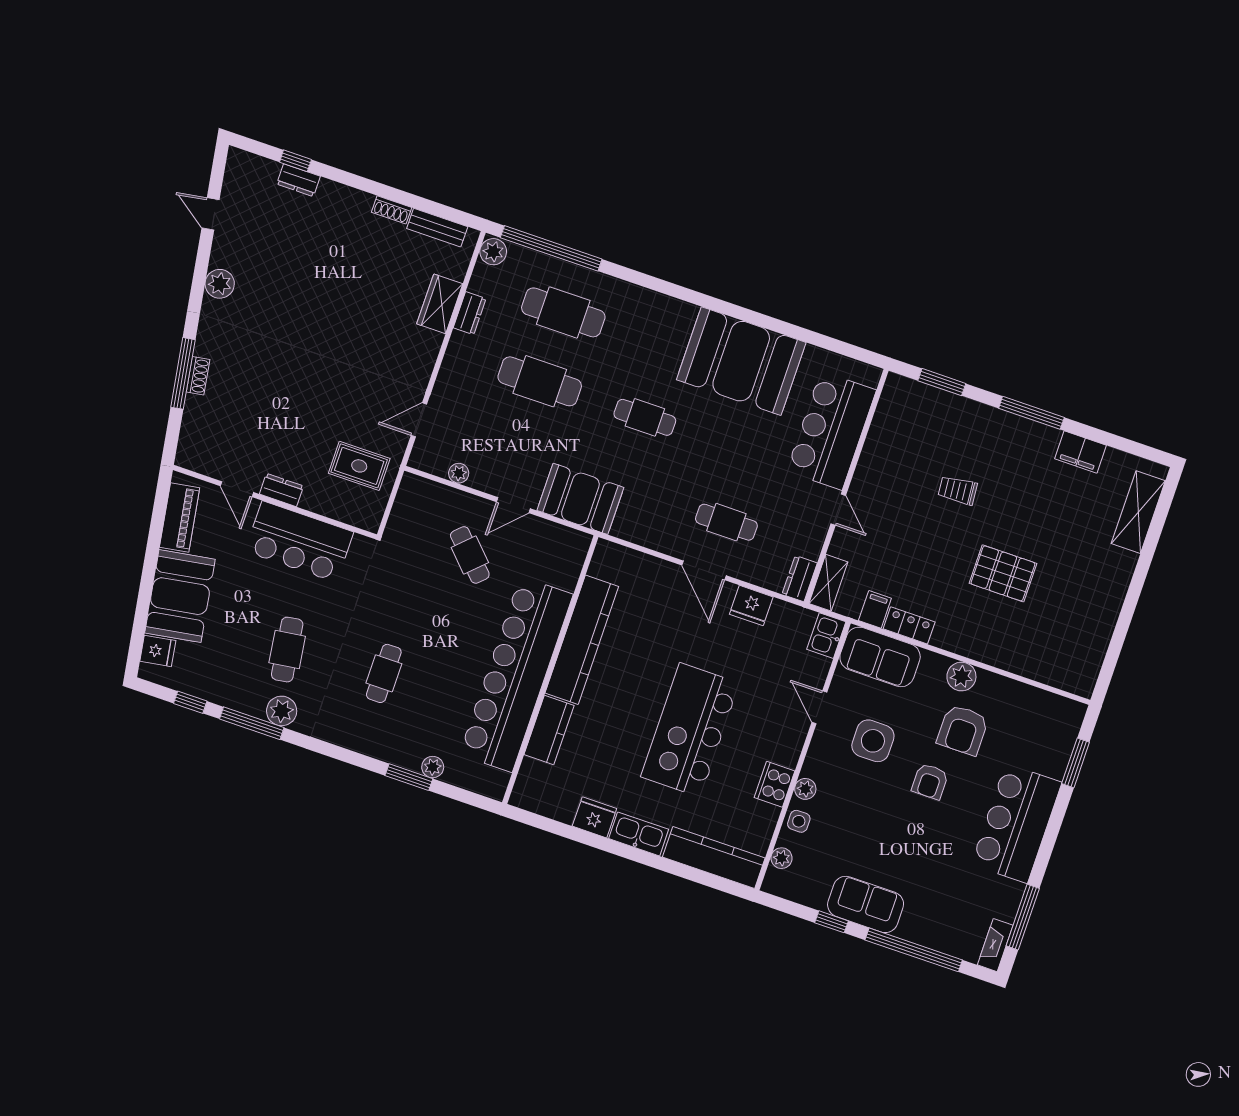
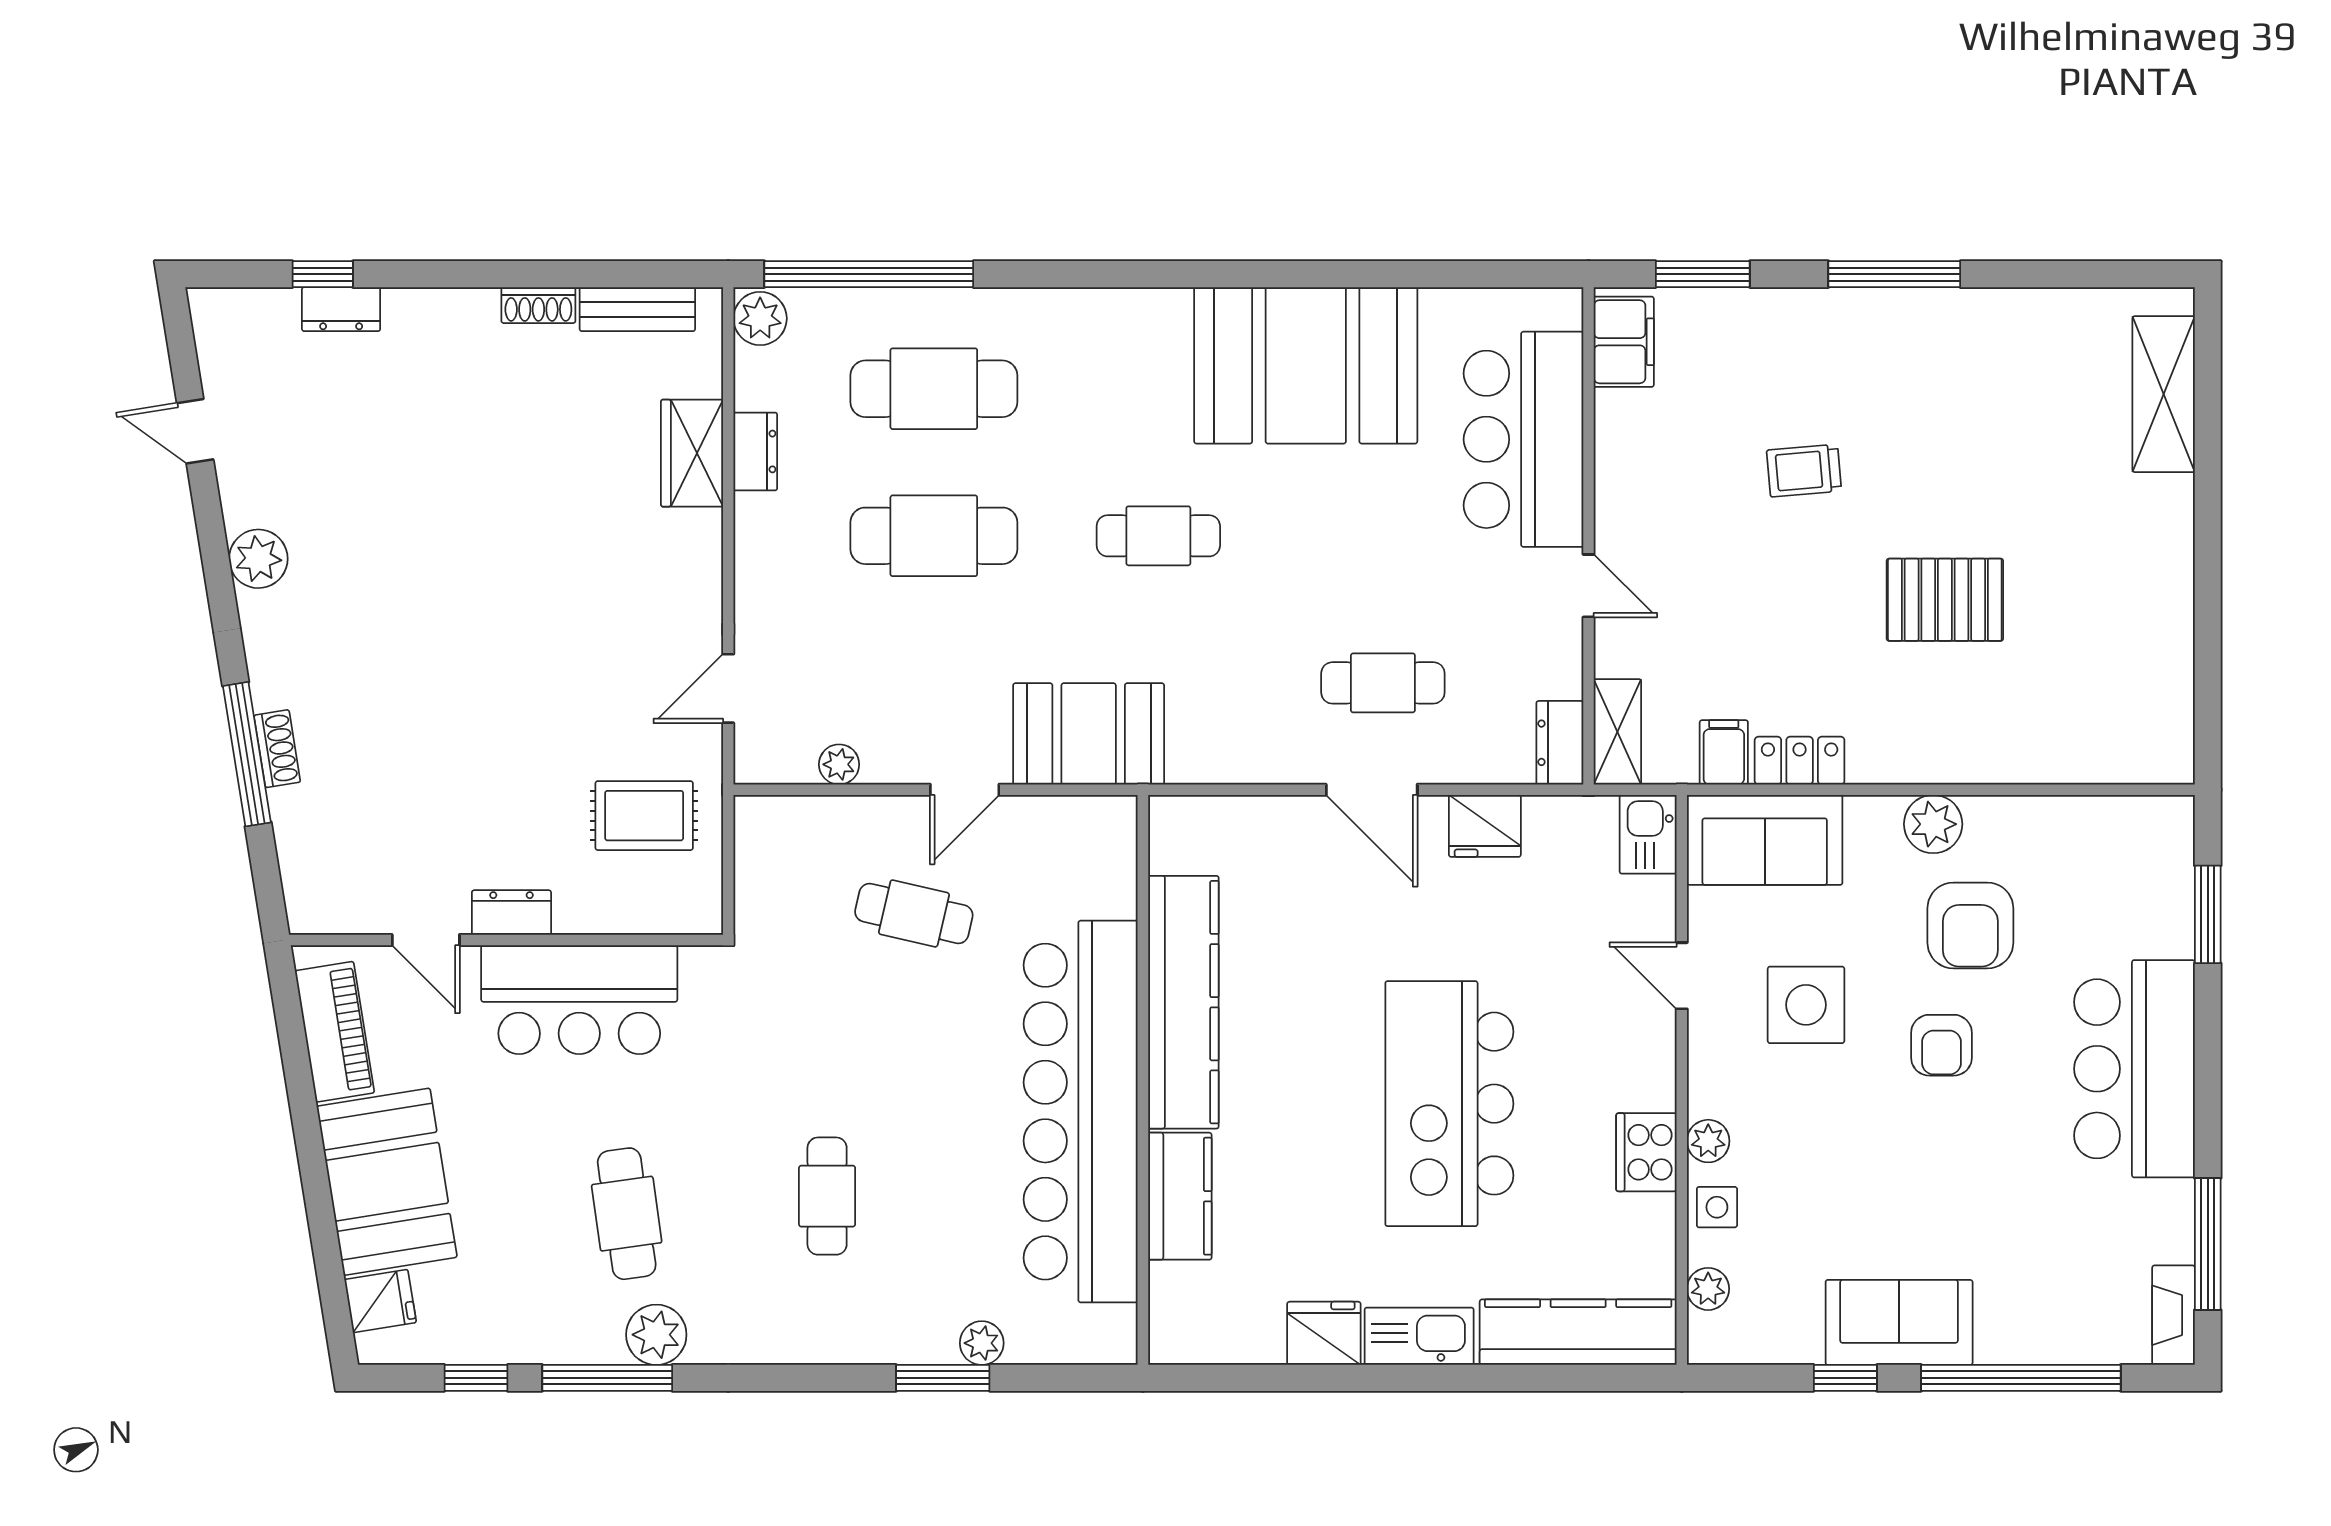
filing cabinet: (1080, 452) -> (1624, 342), moved, turned -90
cafe table: (470, 555) -> (914, 913), turned -33

